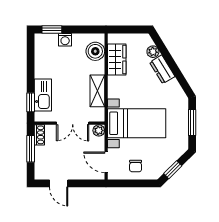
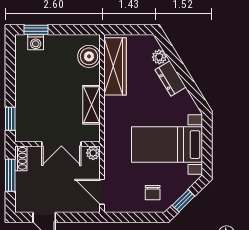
washing machine: (65, 40) -> (36, 42), moved
wardrobe: (117, 59) -> (115, 66), width x1.50
kitchen sink: (43, 95) -> (25, 110), removed
bed with nightstands: (137, 123) -> (167, 145), moved, turned 180
window: (192, 123) -> (207, 143), removed
chair: (136, 166) -> (153, 193), moved

